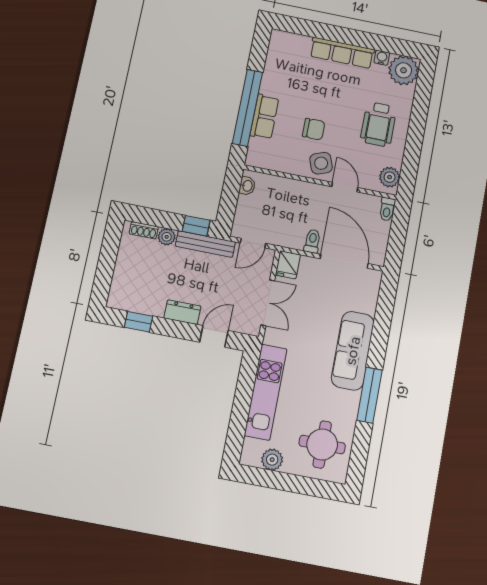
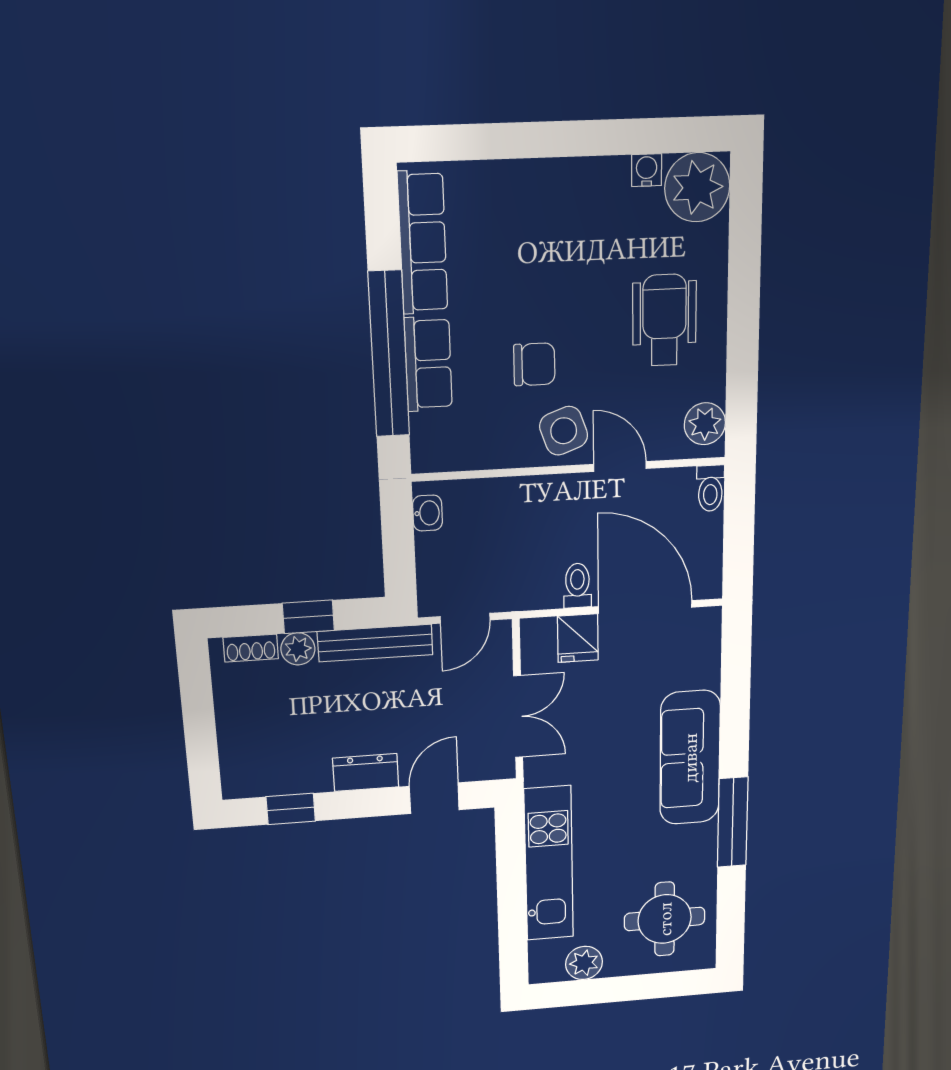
row of seats: (342, 53) -> (423, 243), moved, turned -90
wheelchair: (378, 124) -> (664, 320), turned 180
window: (196, 226) -> (308, 617), moved
fridge: (288, 265) -> (578, 638), moved

